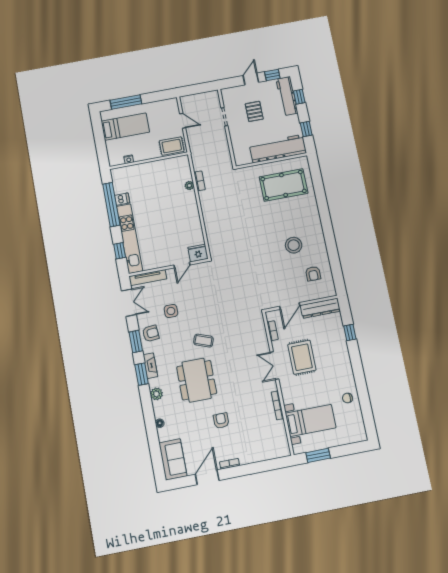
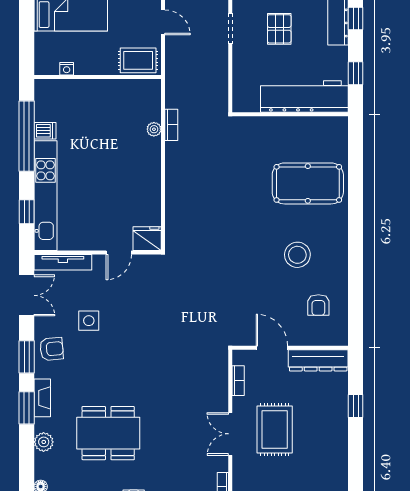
pool table: (284, 185) -> (308, 183), moved
door: (290, 306) -> (272, 348), swing flipped
coffee table: (203, 341) -> (130, 375), removed
dining table: (197, 380) -> (108, 433), turned 90

